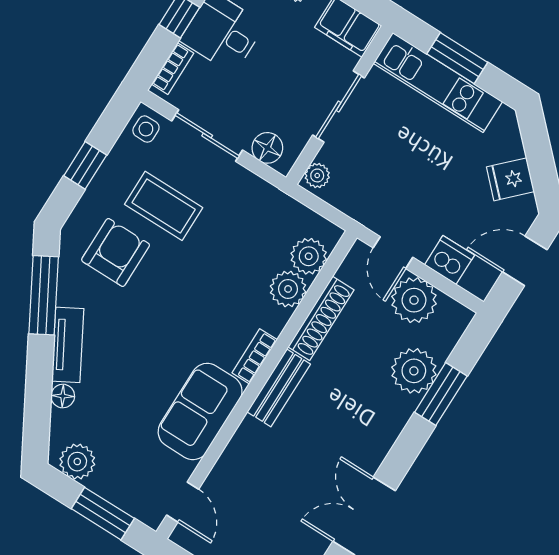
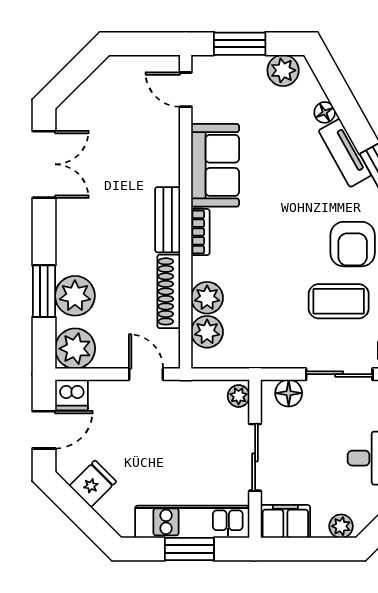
dishwasher: (449, 260) -> (72, 395), moved
plant: (414, 300) -> (75, 349), moved

